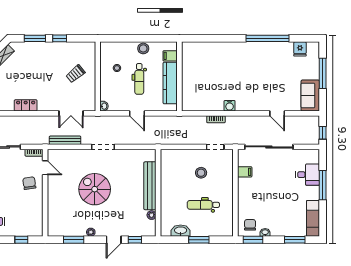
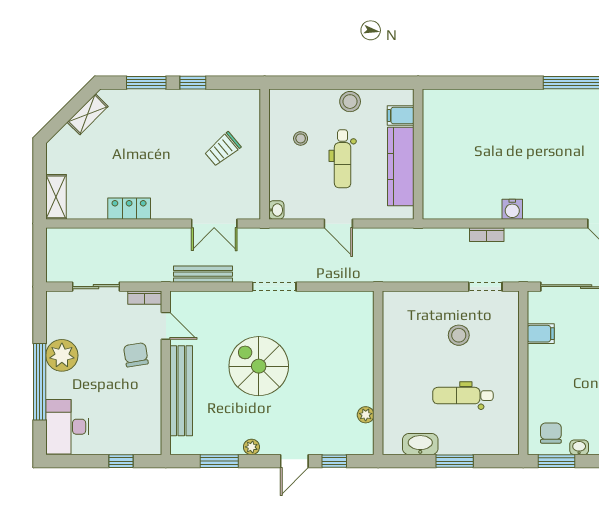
bench: (150, 186) -> (181, 391), moved

